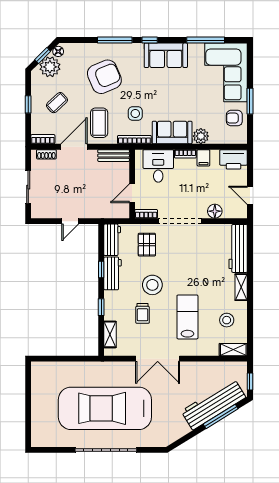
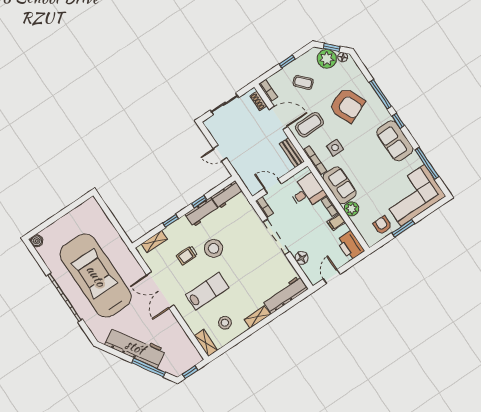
pallet: (147, 245) -> (241, 224), removed
workbench: (213, 404) -> (135, 347), moved
boiler: (38, 441) -> (37, 241), added

